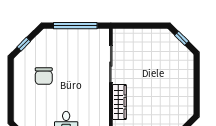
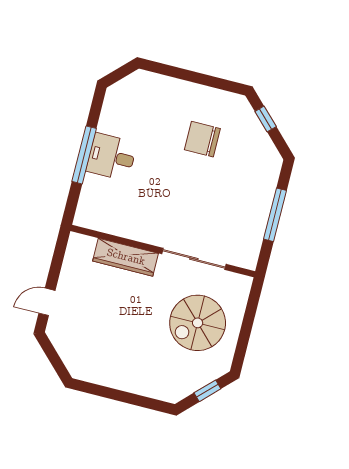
window: (75, 26) -> (275, 215), width x0.68
spiral stairs: (146, 53) -> (198, 323), added

